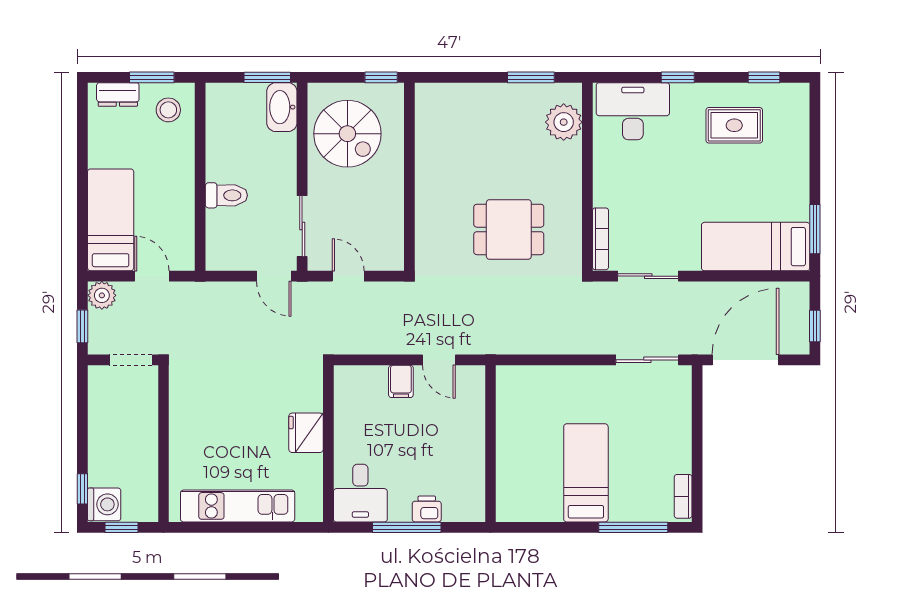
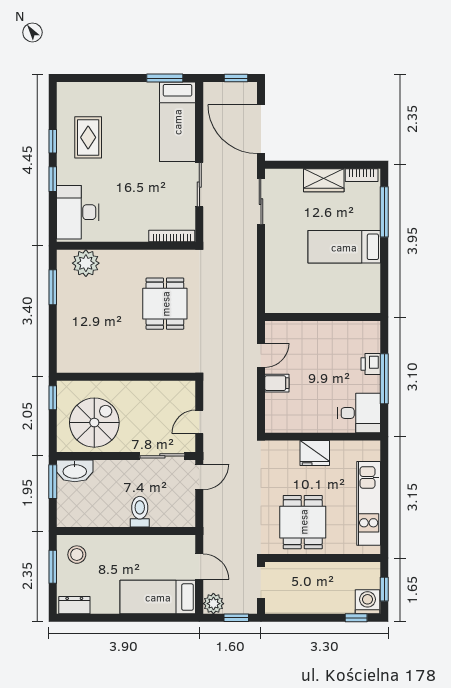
window: (764, 77) -> (53, 141), moved
dresser: (118, 94) -> (74, 605), moved, turned -90
door: (152, 276) -> (199, 567), swing flipped
sliding door: (648, 276) -> (199, 185), moved
dining table: (212, 416) -> (303, 522), added
wardrobe: (676, 445) -> (324, 180), added

